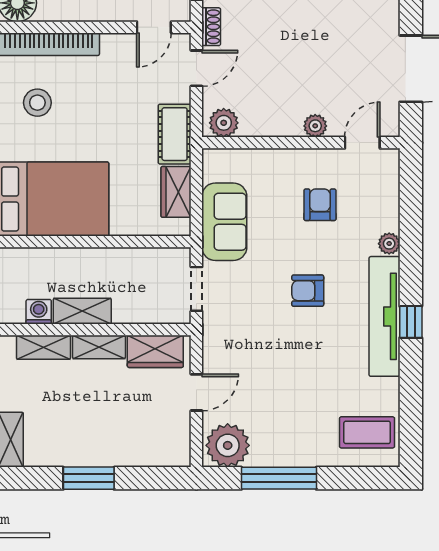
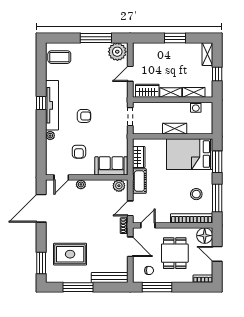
sofa: (224, 222) -> (111, 166), moved, turned 90
shelving: (82, 311) -> (175, 129), moved

